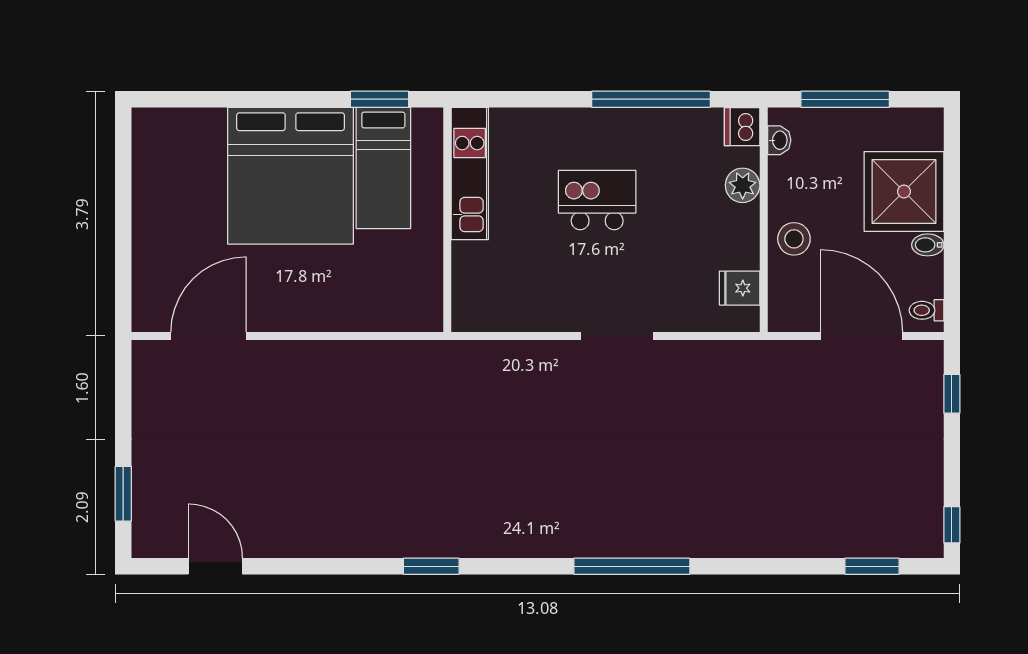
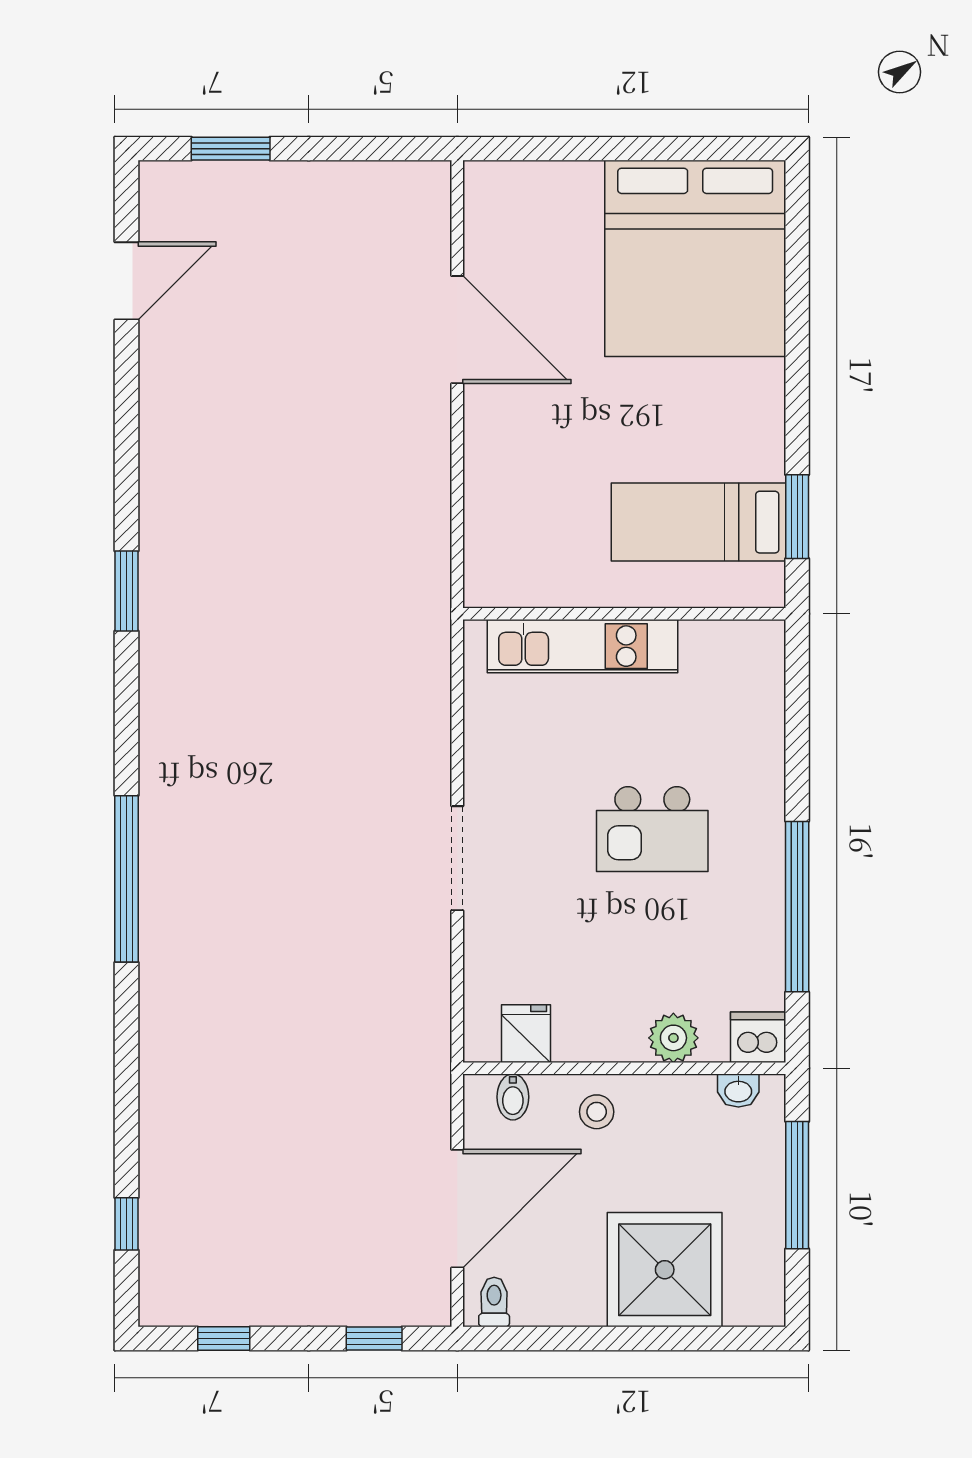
kitchen unit: (470, 173) -> (582, 646), moved
bed: (291, 176) -> (695, 258), moved, turned -90
kitchen island: (597, 200) -> (652, 829), turned 90
stool: (794, 239) -> (597, 1112), width x0.73, depth x0.73
bidet: (928, 245) -> (513, 1097), moved, turned 180
door: (208, 336) -> (457, 330), moved
window: (952, 525) -> (224, 1339), moved
window: (872, 566) -> (127, 1224), width x0.67

